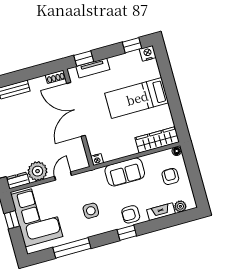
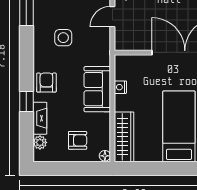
nightstand: (97, 160) -> (120, 87), moved
door: (63, 176) -> (112, 17), swing flipped
window: (127, 233) -> (26, 102), moved

